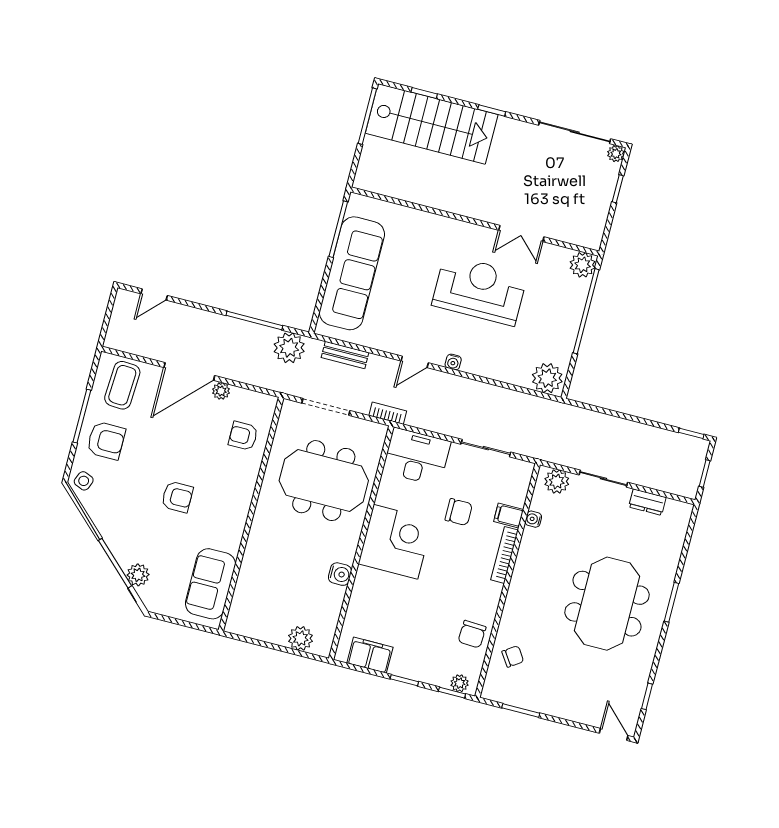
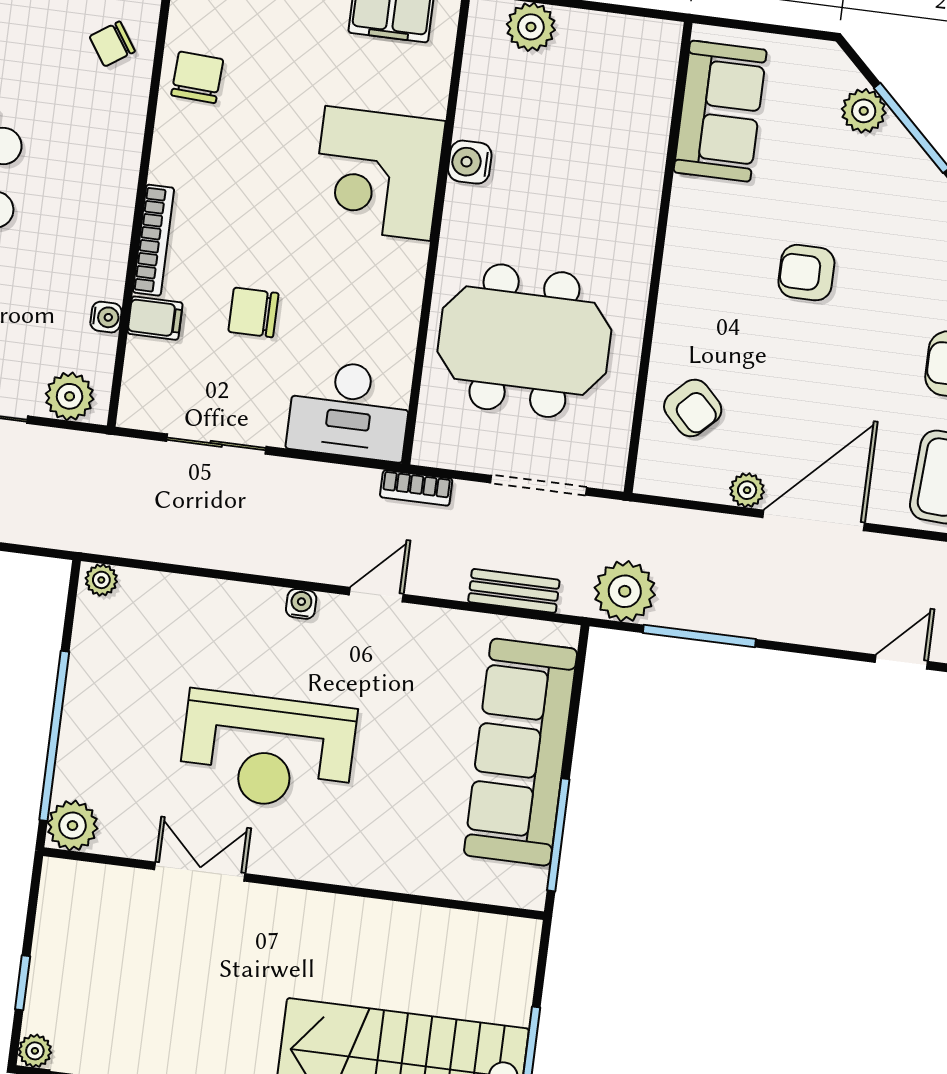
plant: (547, 378) -> (101, 580), width x0.53, depth x0.53
armchair: (243, 436) -> (693, 408), turned 45
corner desk: (395, 542) -> (378, 173), moved

